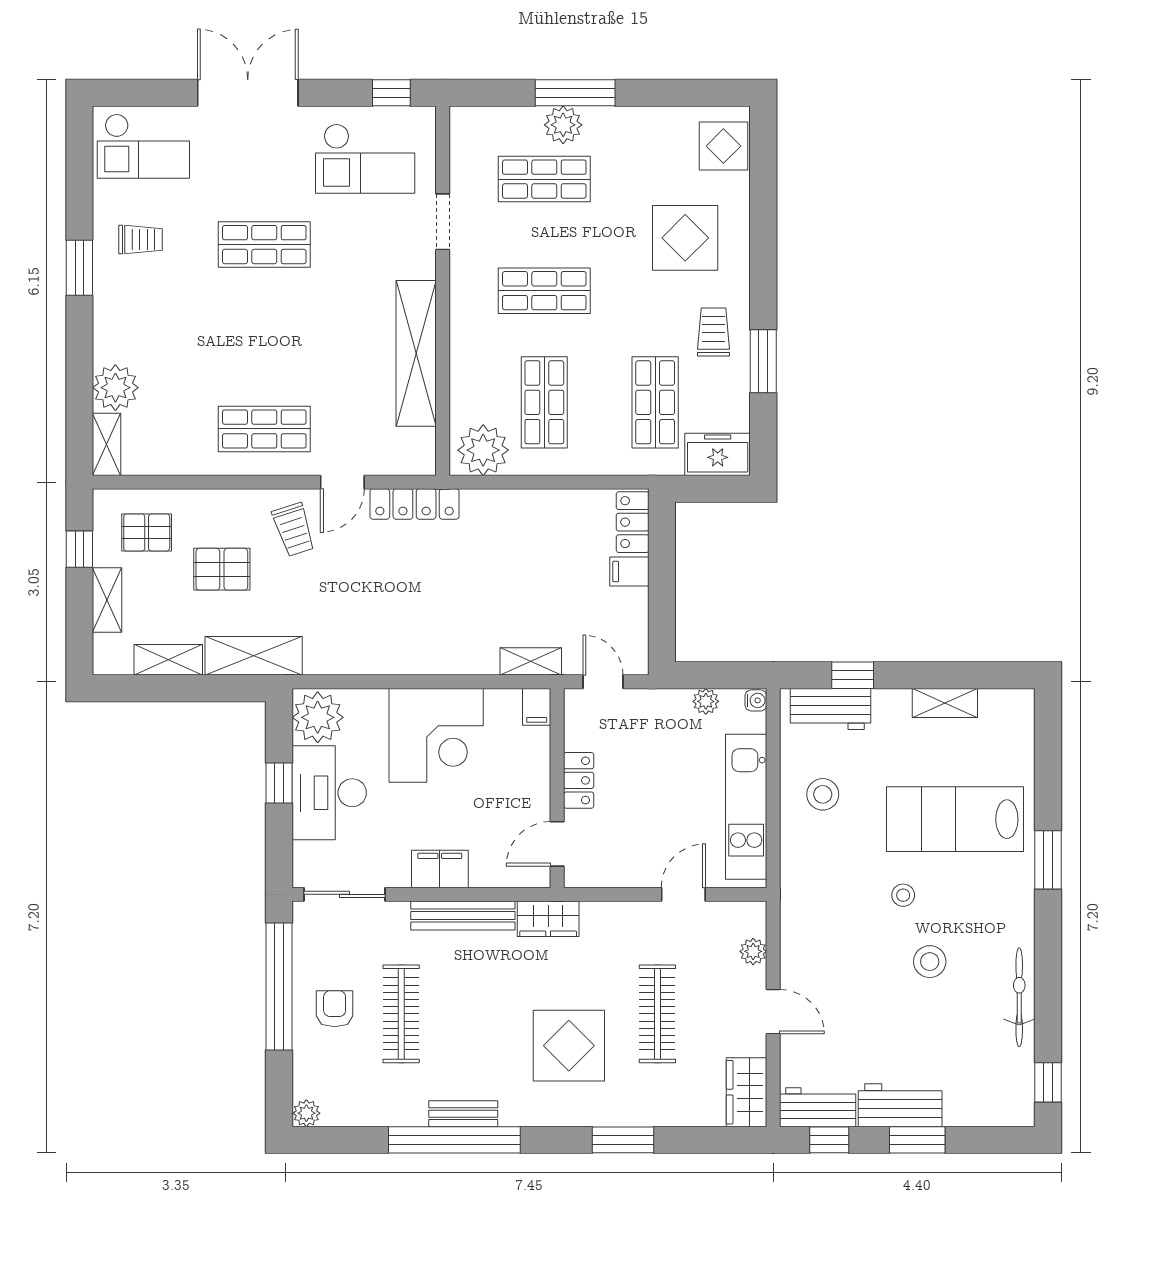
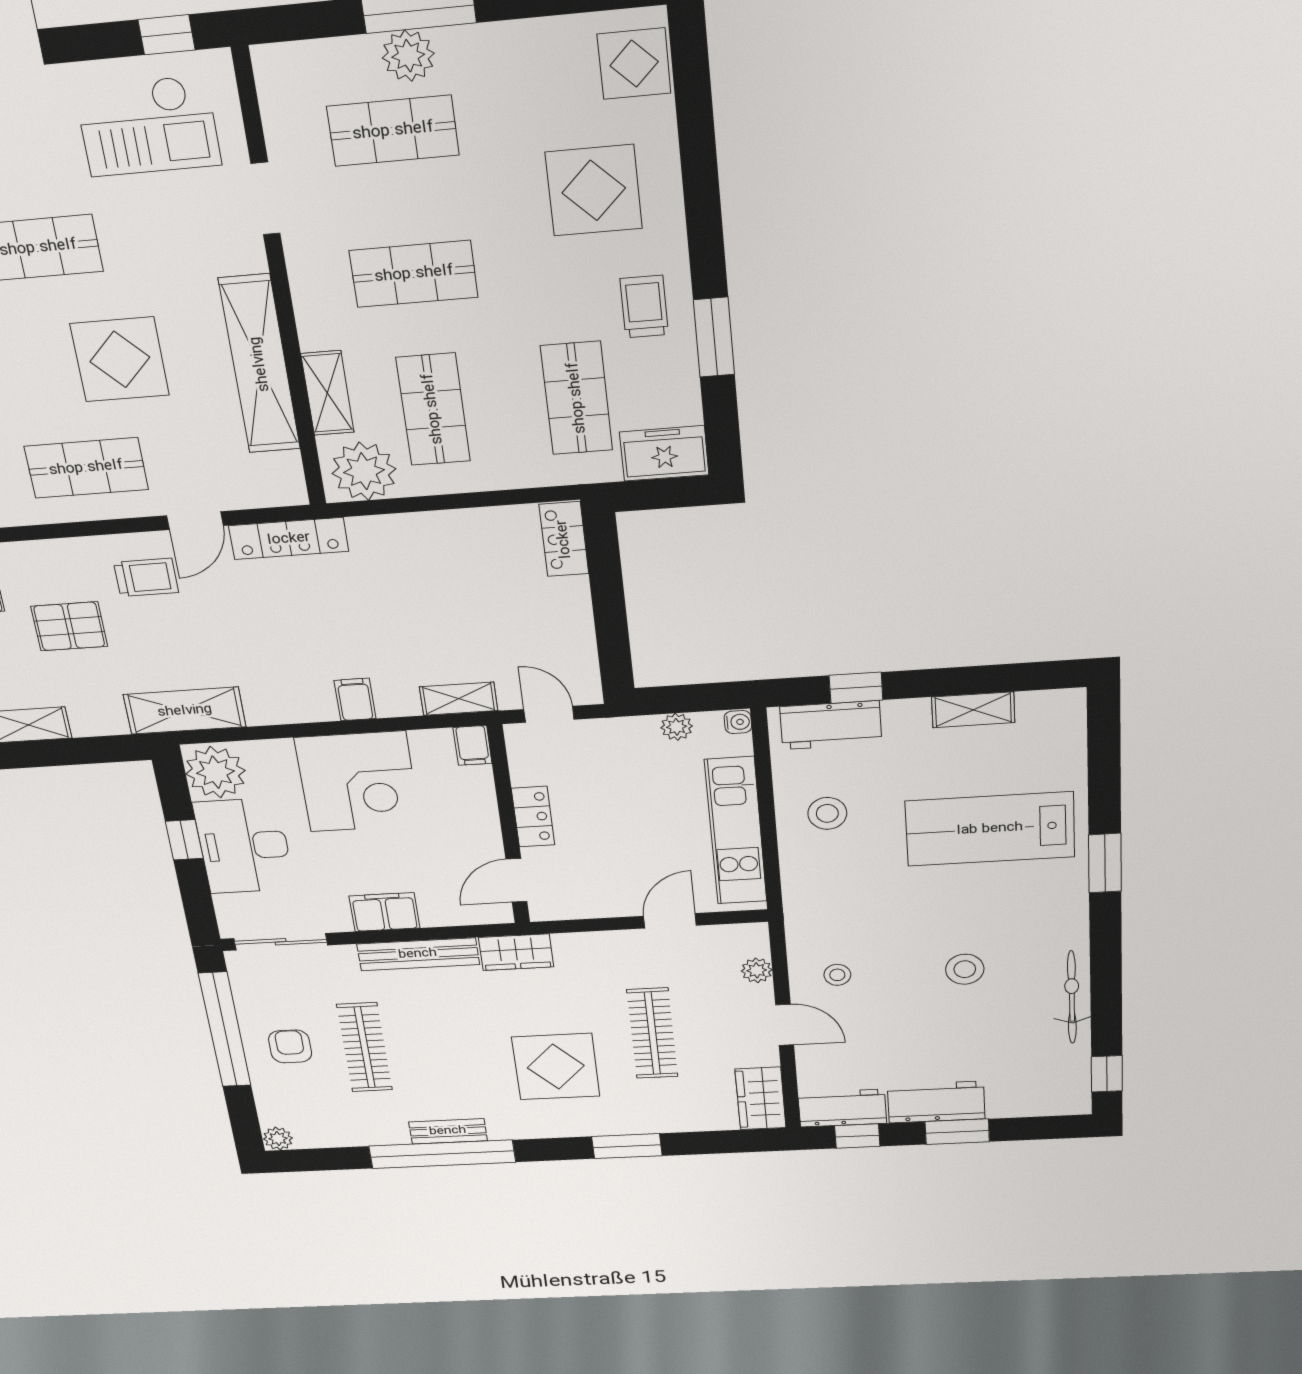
display table: (309, 340) -> (120, 359), added
shelving: (465, 382) -> (327, 393), added
trolley: (294, 530) -> (146, 577), turned -72
filing cabinet: (629, 571) -> (355, 699), moved, turned 90
shelving: (254, 656) -> (185, 711), moved
stool: (903, 895) -> (837, 975), moved

